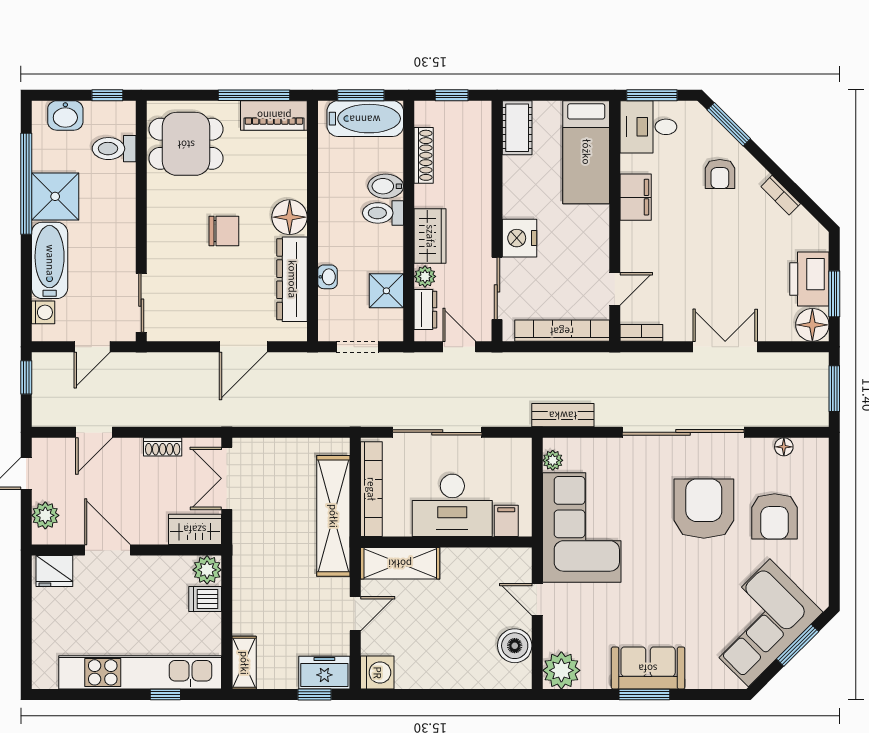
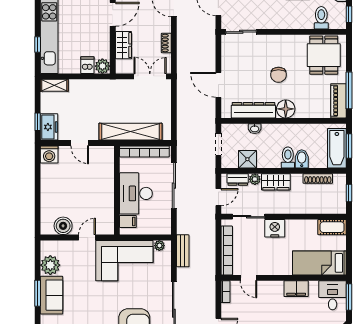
wardrobe: (195, 529) -> (123, 45), moved
shelving: (400, 563) -> (106, 166), removed
plant: (561, 670) -> (50, 265), moved

